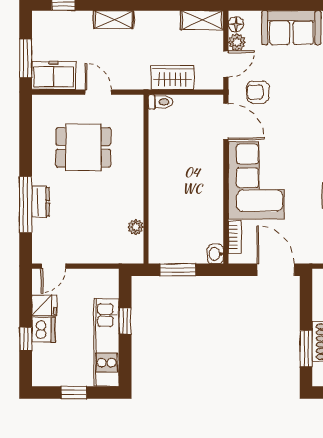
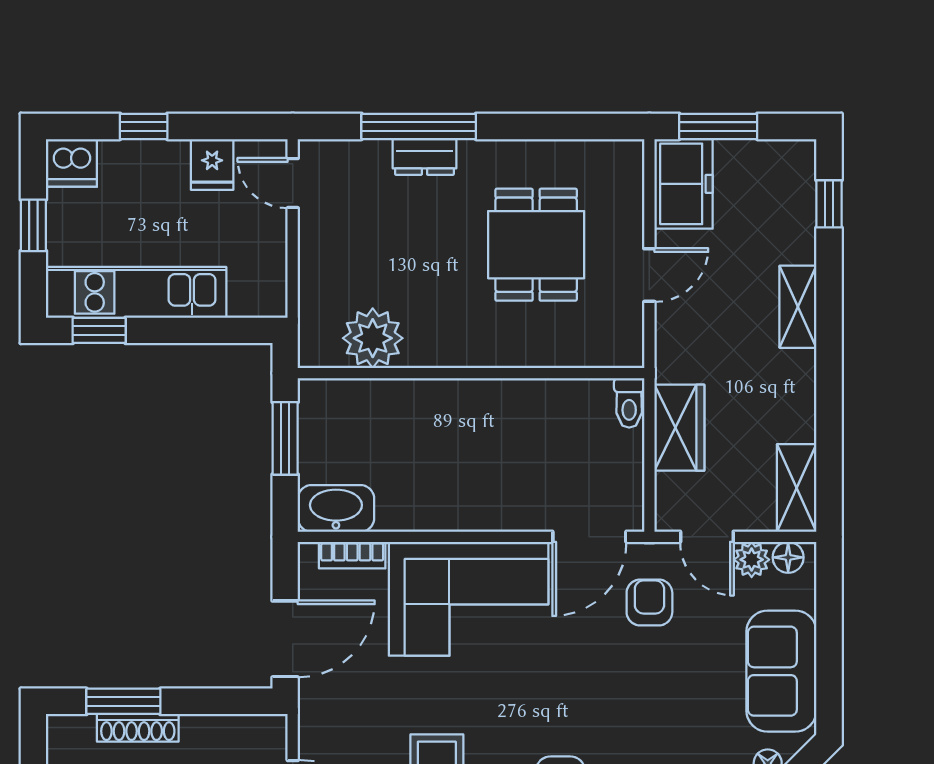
plant: (136, 227) -> (373, 338), width x1.88, depth x1.88
washbasin: (216, 254) -> (336, 508), width x1.91, depth x1.45
window: (125, 321) -> (99, 330), moved
dishwasher: (43, 330) -> (71, 163), moved

